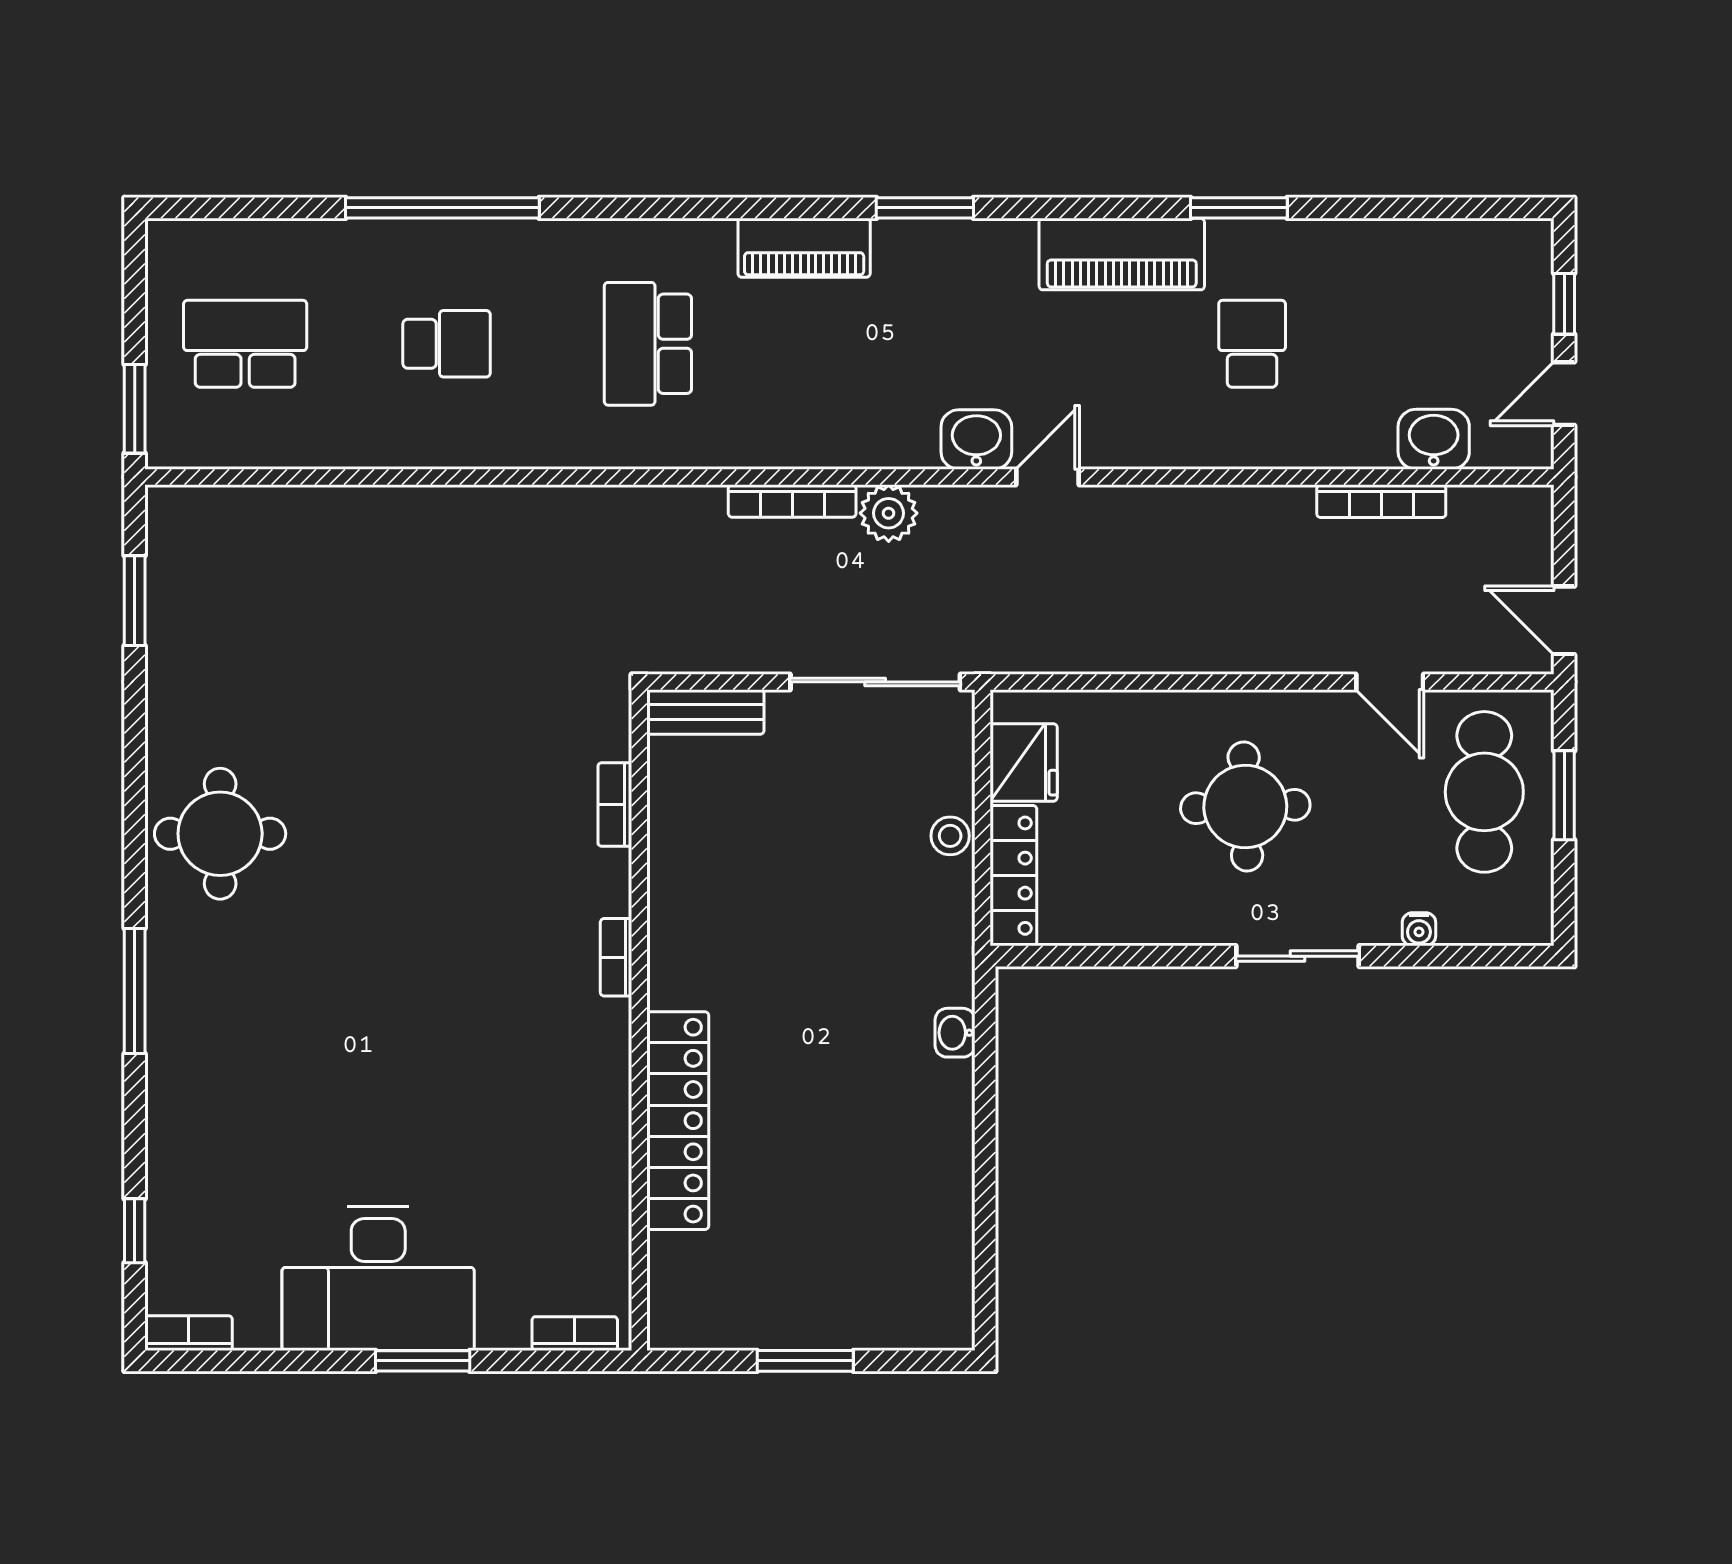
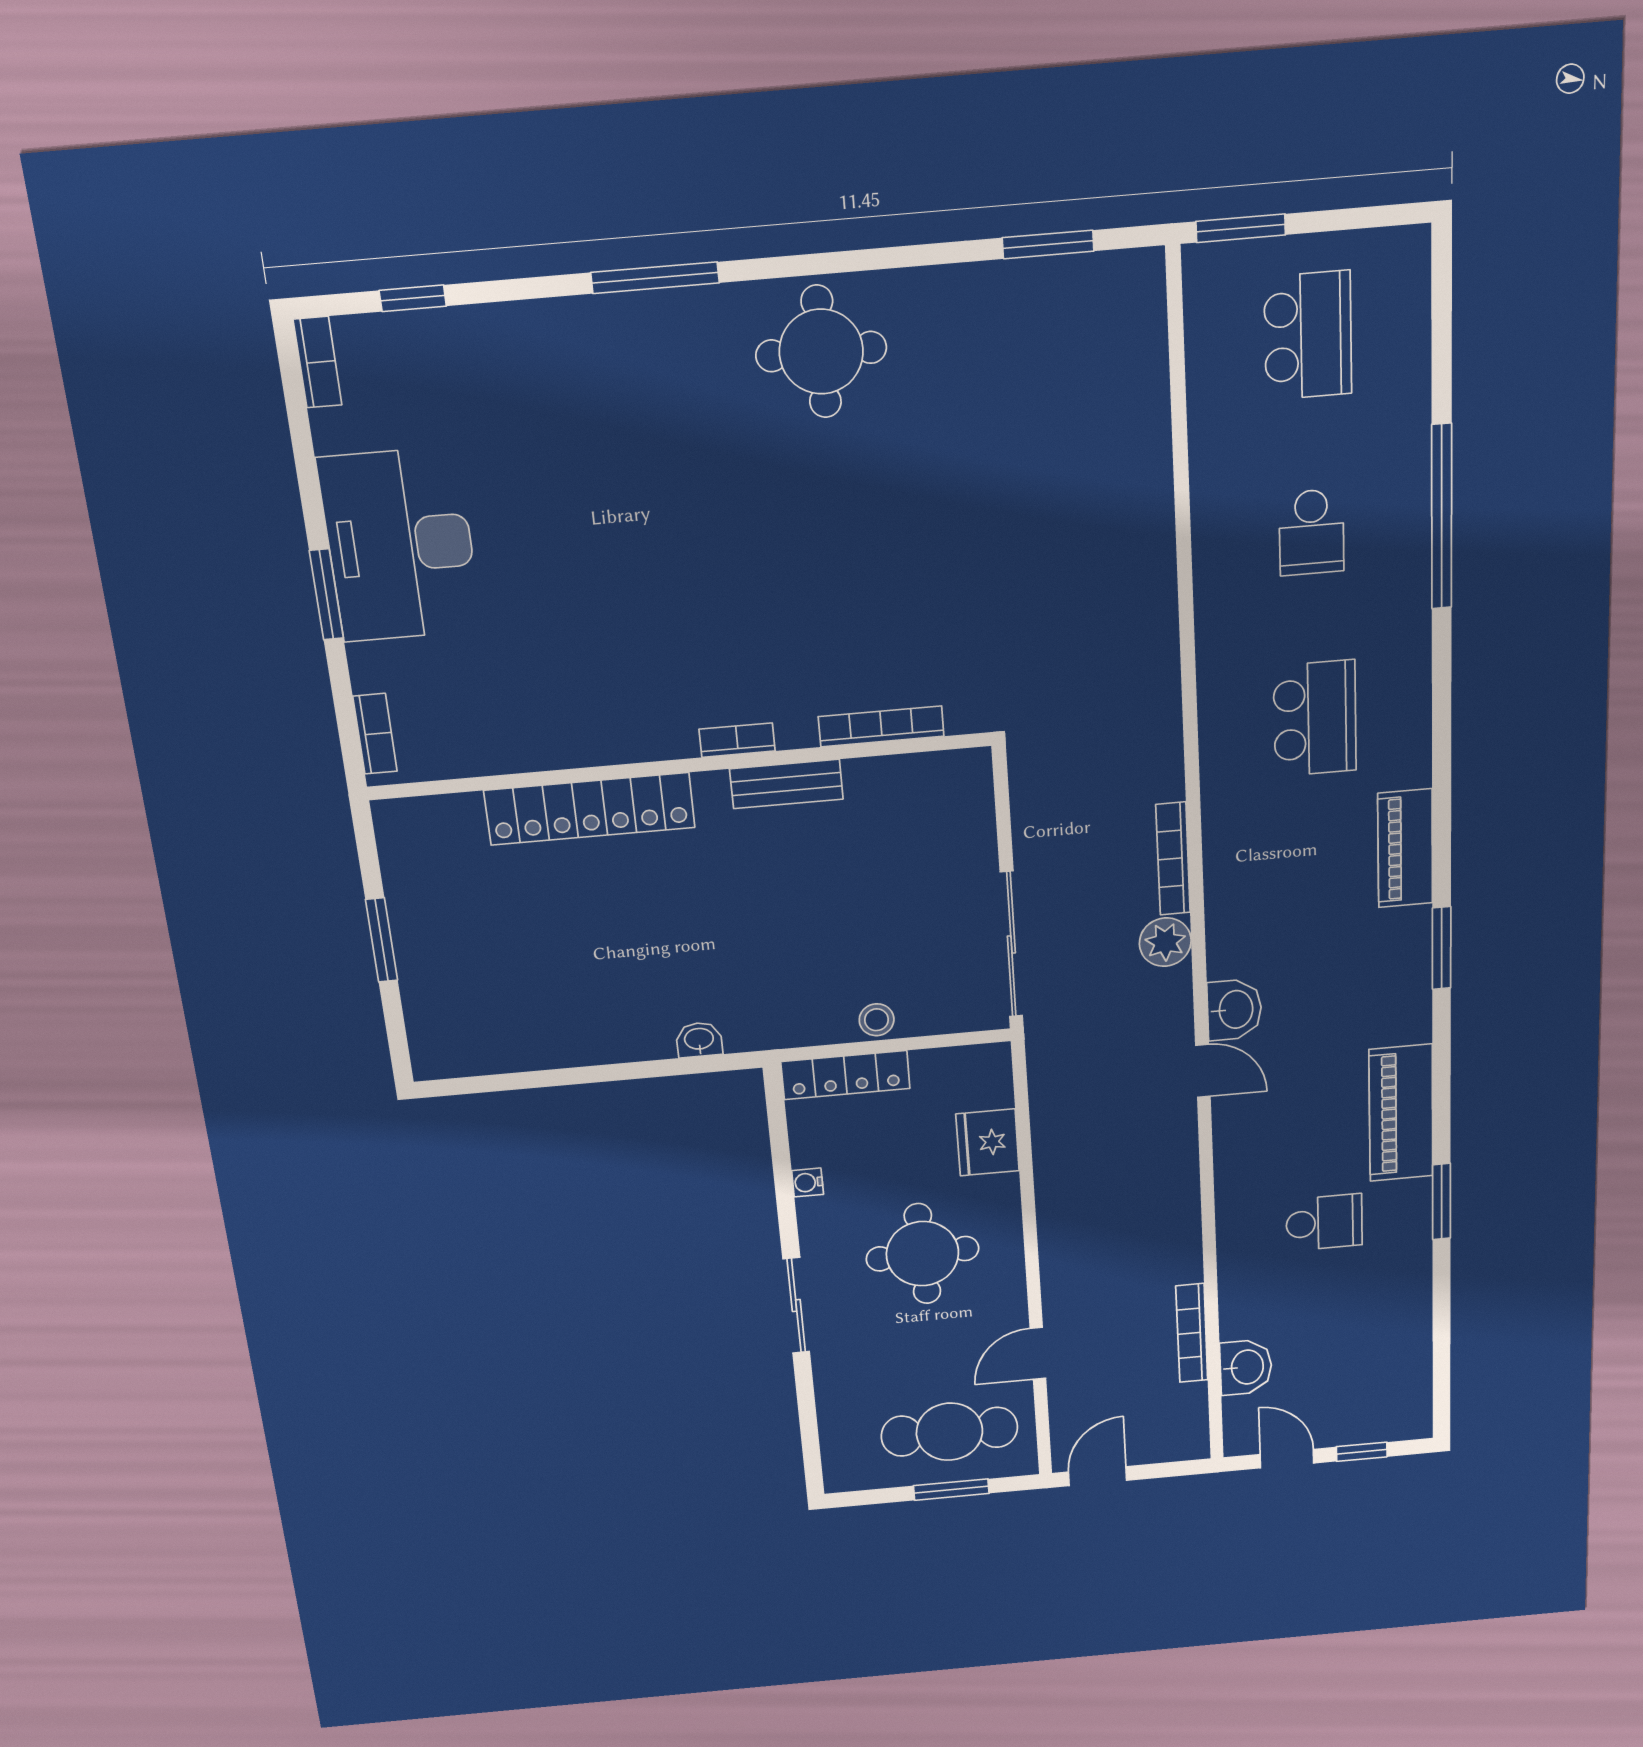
school desk: (648, 344) -> (1315, 718), turned 90
bench: (705, 712) -> (786, 784), moved, turned 90
fridge: (1024, 762) -> (988, 1142), moved, turned 90
bookcase: (615, 805) -> (881, 726), width x1.56
water cooler: (1419, 929) -> (808, 1182), moved

